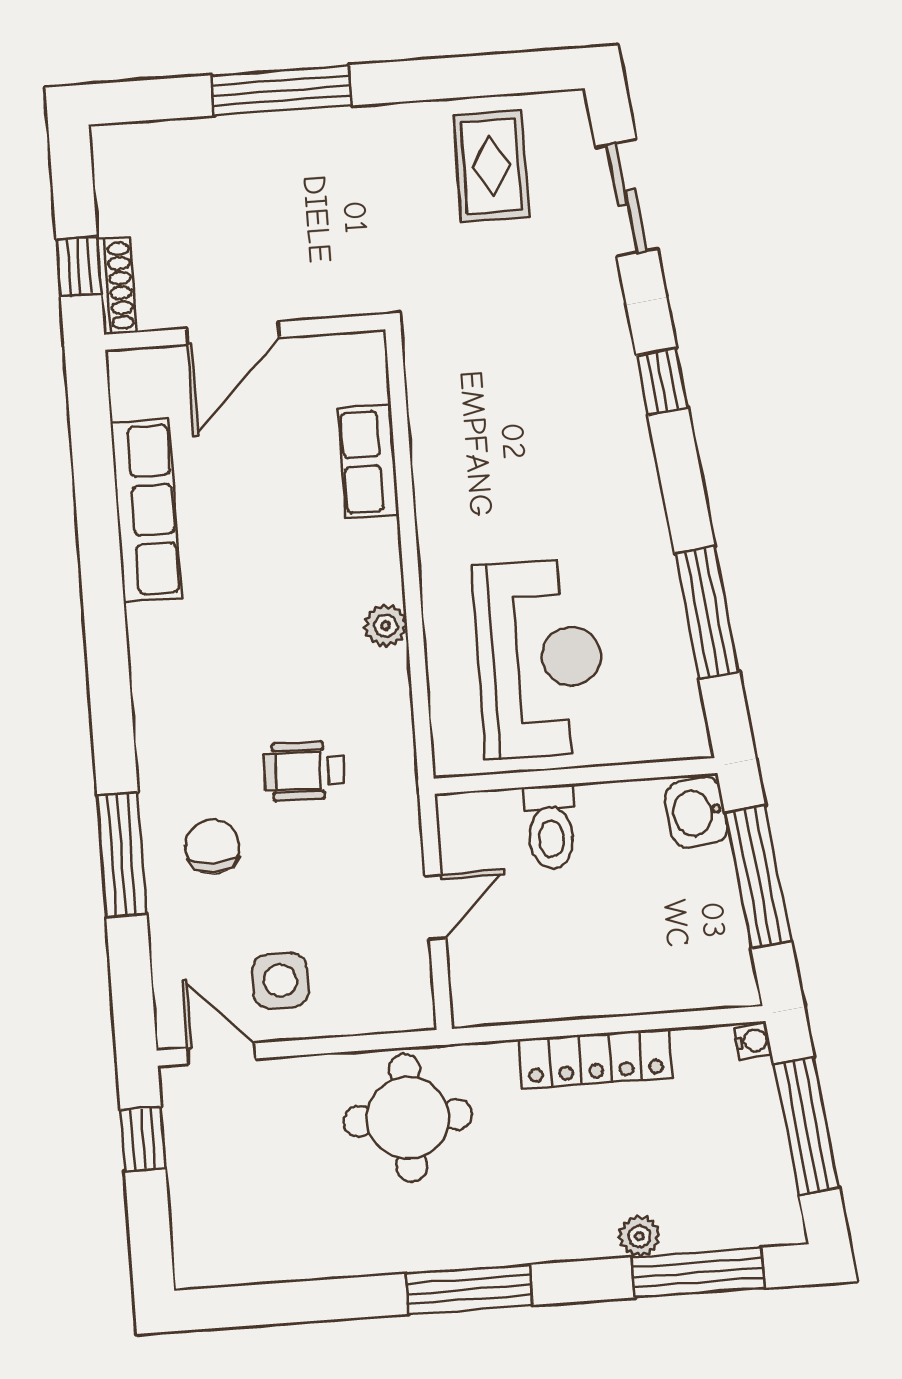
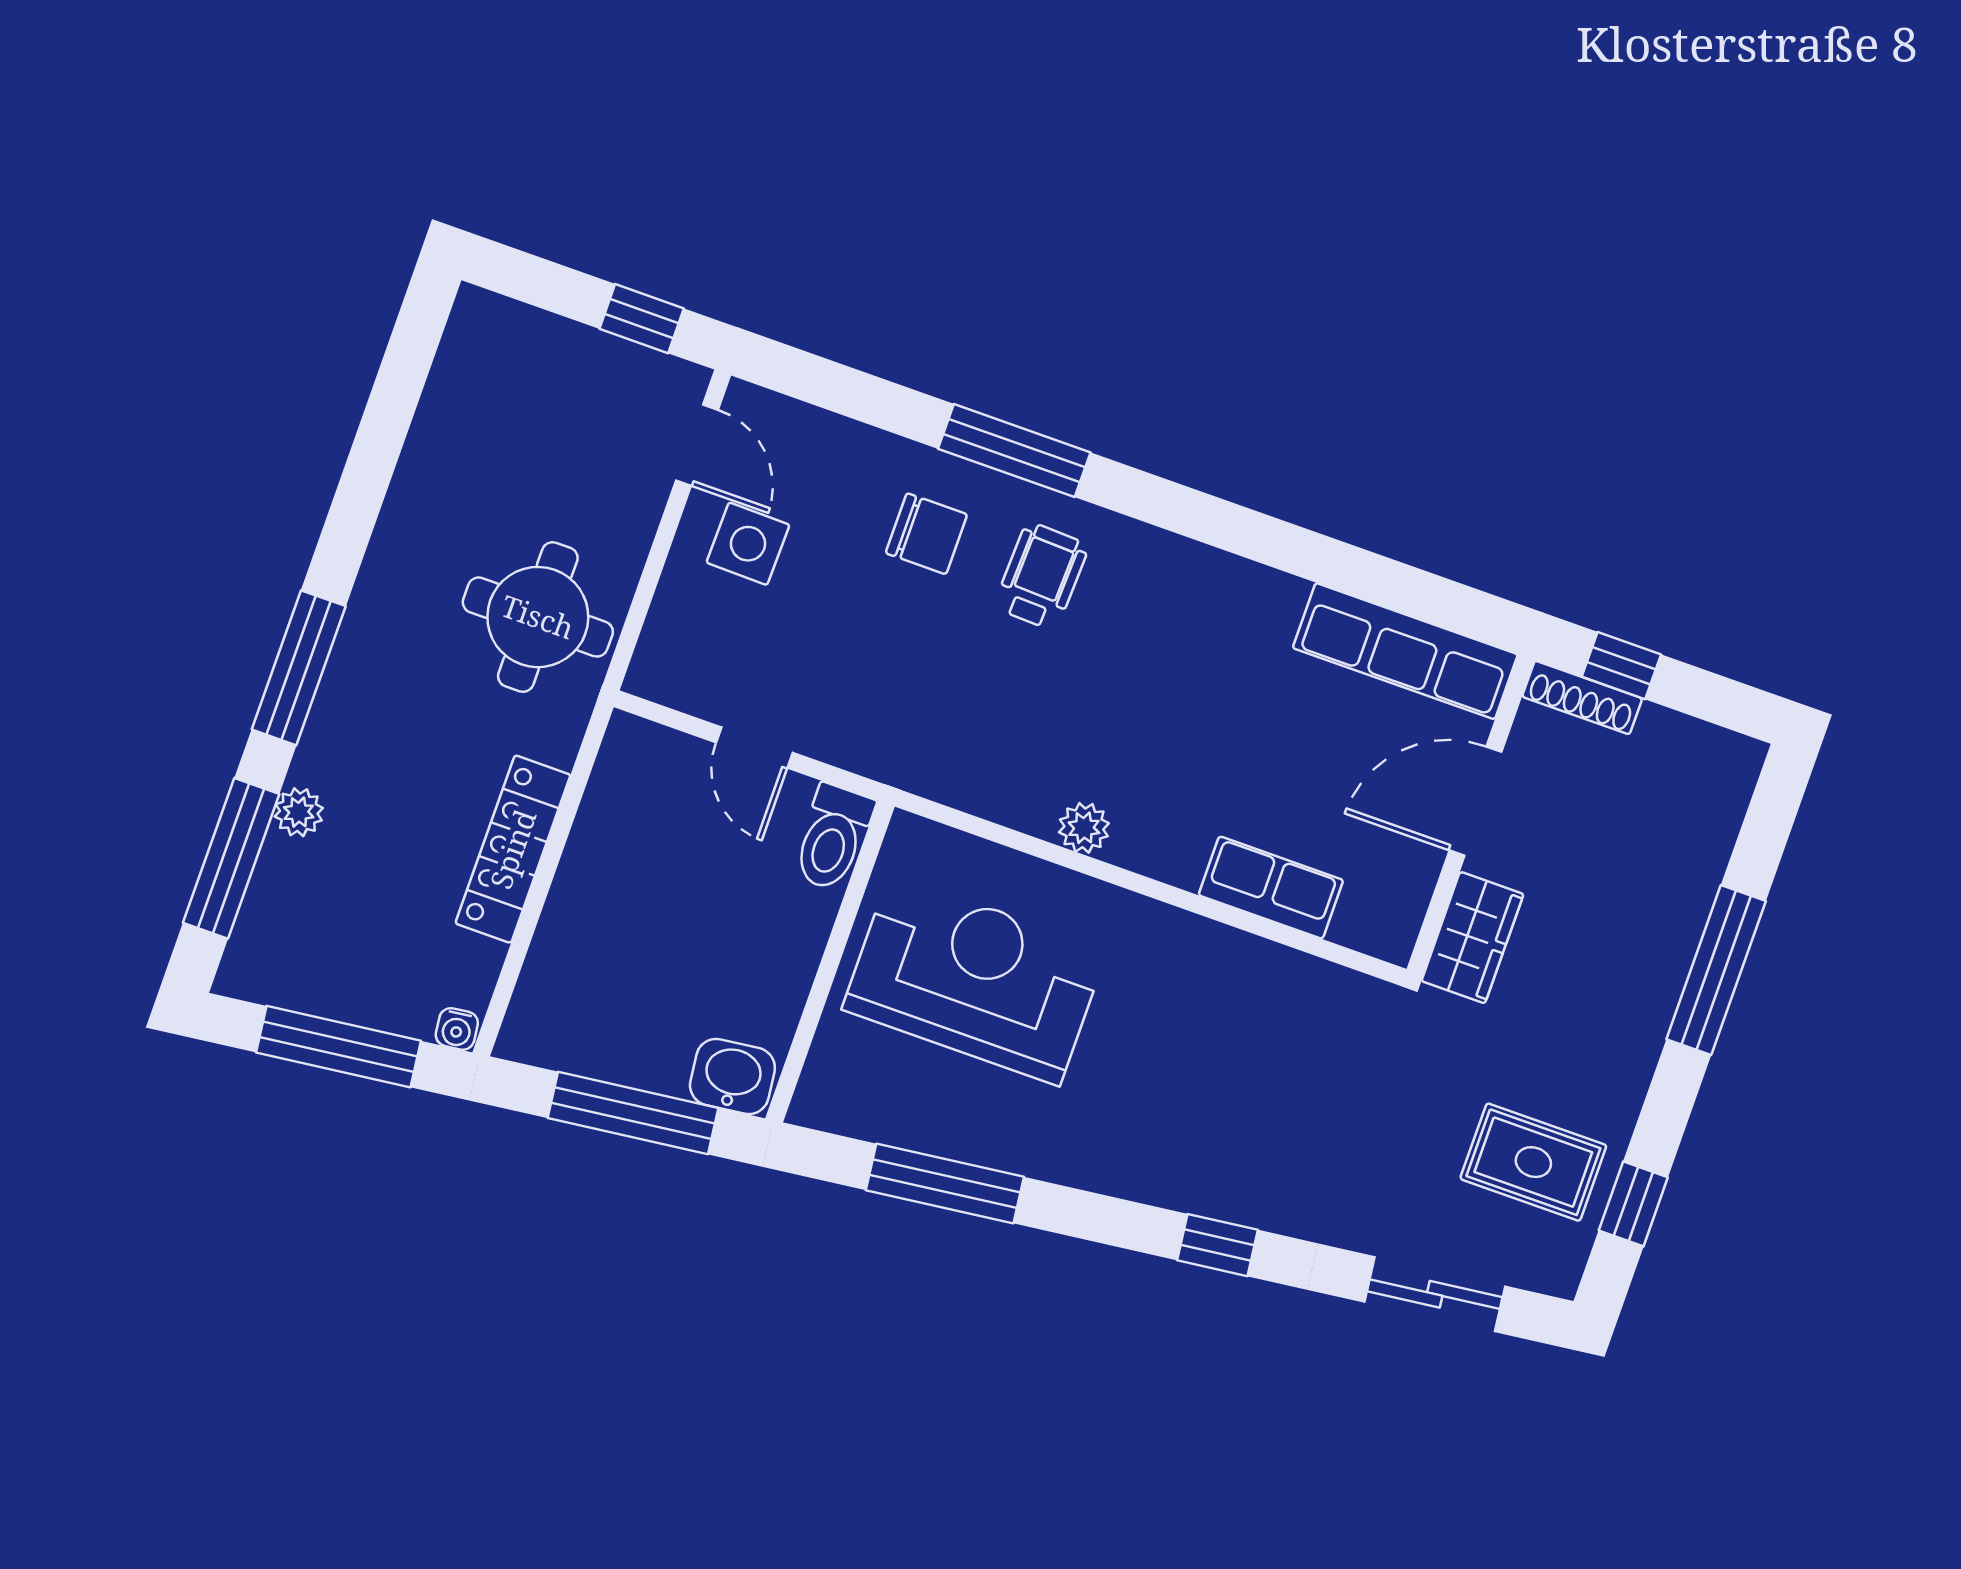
window: (490, 75) -> (1633, 1204), added
wardrobe: (339, 289) -> (1472, 938), added
door: (233, 333) -> (1475, 801), hinge flipped
row of seats: (146, 510) -> (1405, 651), moved
reception desk: (540, 659) -> (975, 980), turned 180
wheelchair: (305, 771) -> (1041, 576), moved
toilet: (551, 827) -> (833, 837), moved, turned -90
window: (122, 855) -> (1014, 451), moved
door: (222, 1053) -> (697, 445), hinge flipped
window: (469, 1289) -> (299, 668), moved

